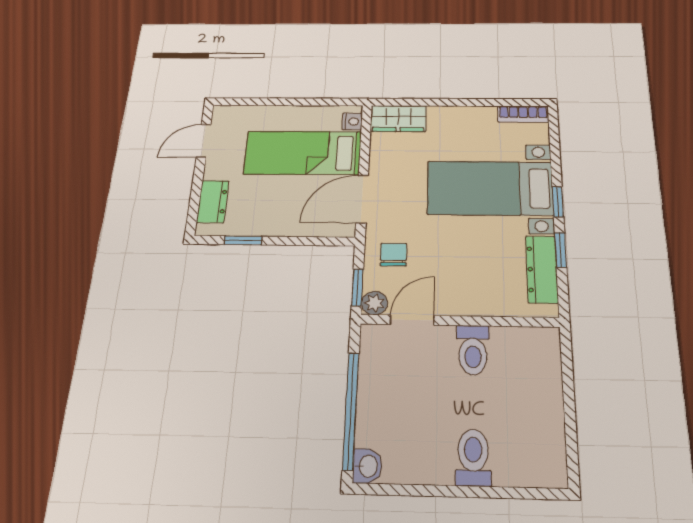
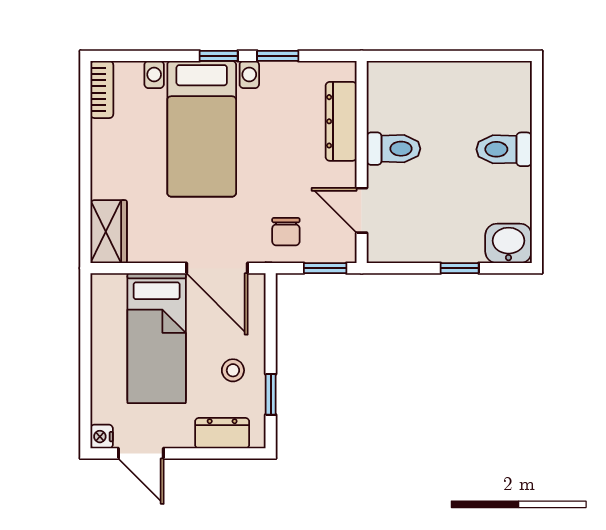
nightstand: (352, 121) -> (102, 437), moved, turned -90
stool: (268, 211) -> (233, 370), added
chair: (394, 255) -> (286, 232), turned -90
dresser: (542, 269) -> (341, 121), moved, turned 90
plant: (374, 303) -> (343, 250), removed
window: (351, 410) -> (460, 268), width x0.32
washbasin: (367, 466) -> (508, 243), width x1.38, depth x1.45

